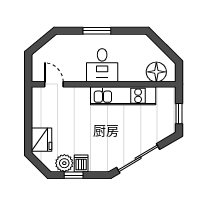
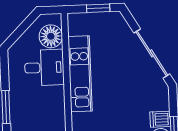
desk: (102, 65) -> (44, 68), moved

